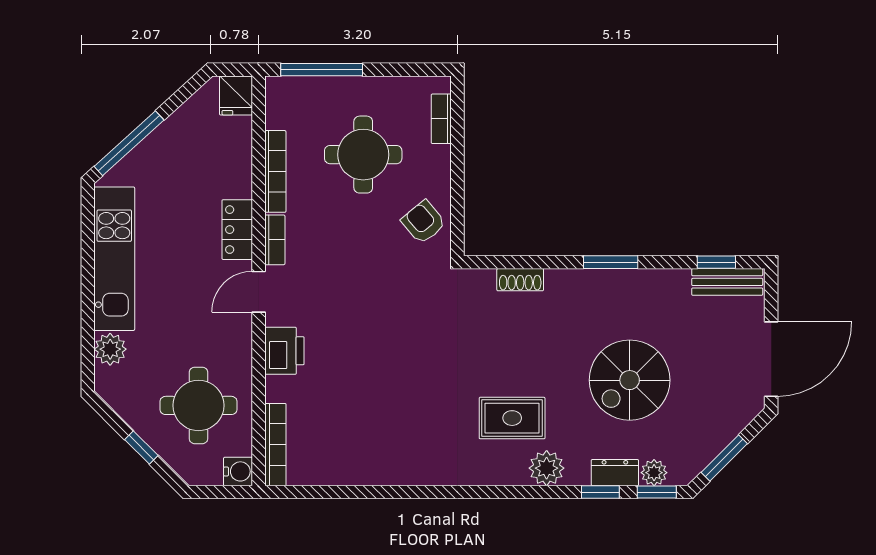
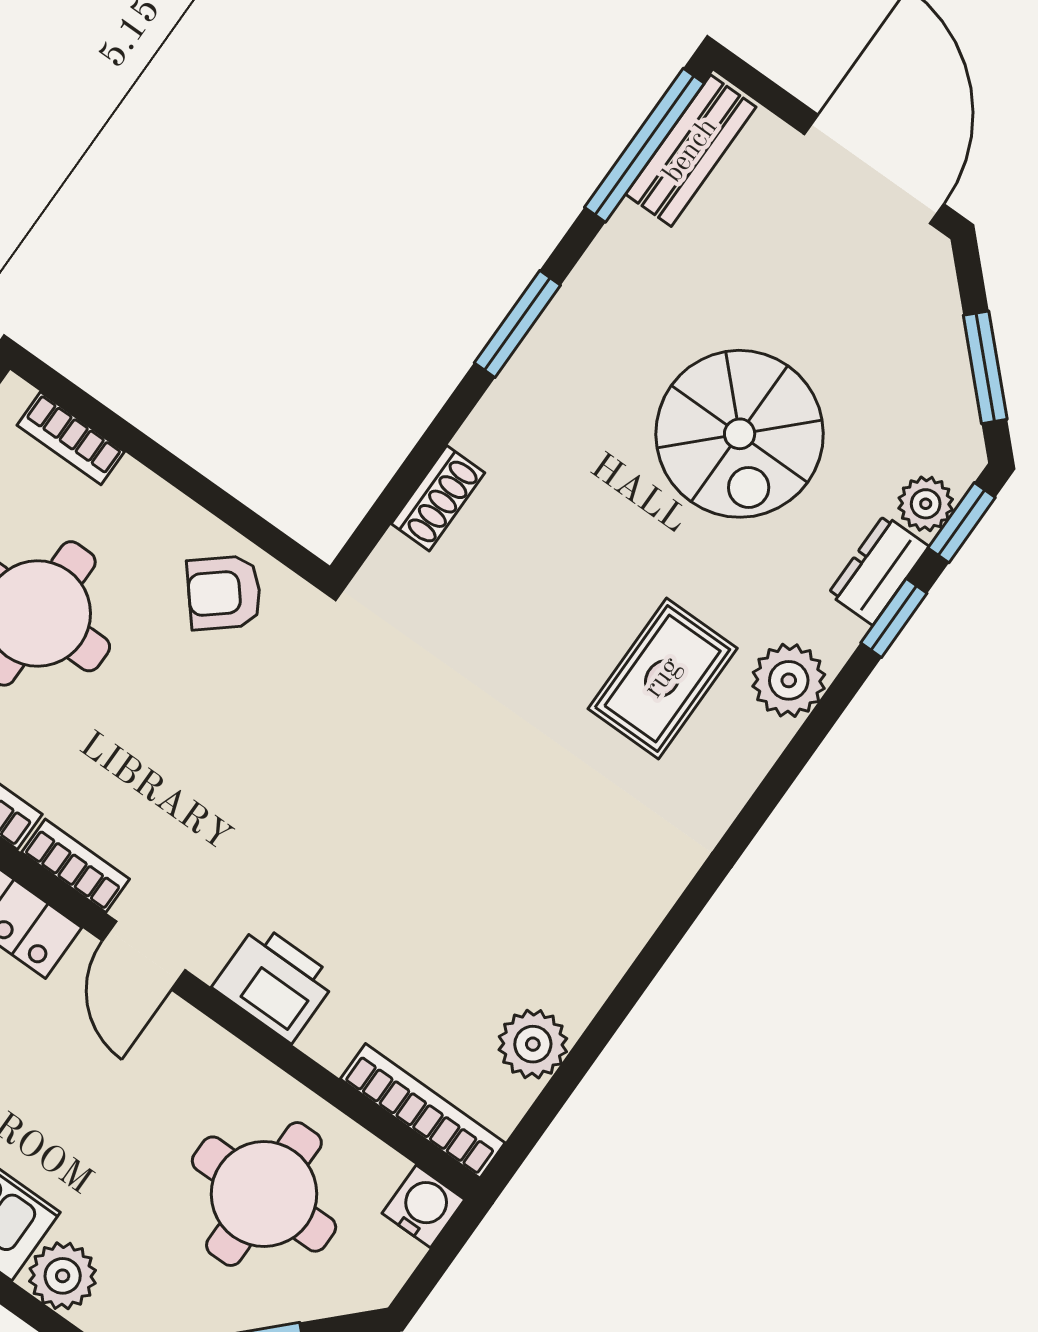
window: (716, 262) -> (644, 145), width x2.17
plant: (332, 469) -> (533, 1044), added

